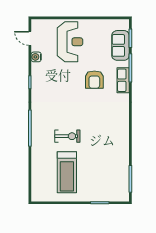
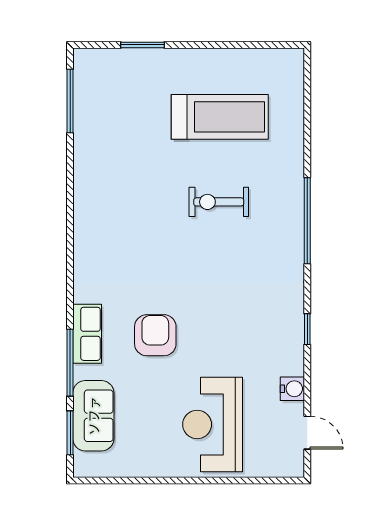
treadmill: (67, 172) -> (220, 117), turned 90

